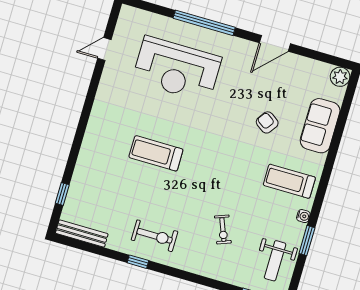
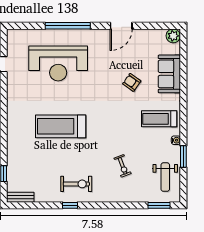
treadmill: (156, 153) -> (61, 126), width x1.37, depth x1.37
bench: (82, 234) -> (20, 197), width x0.73

